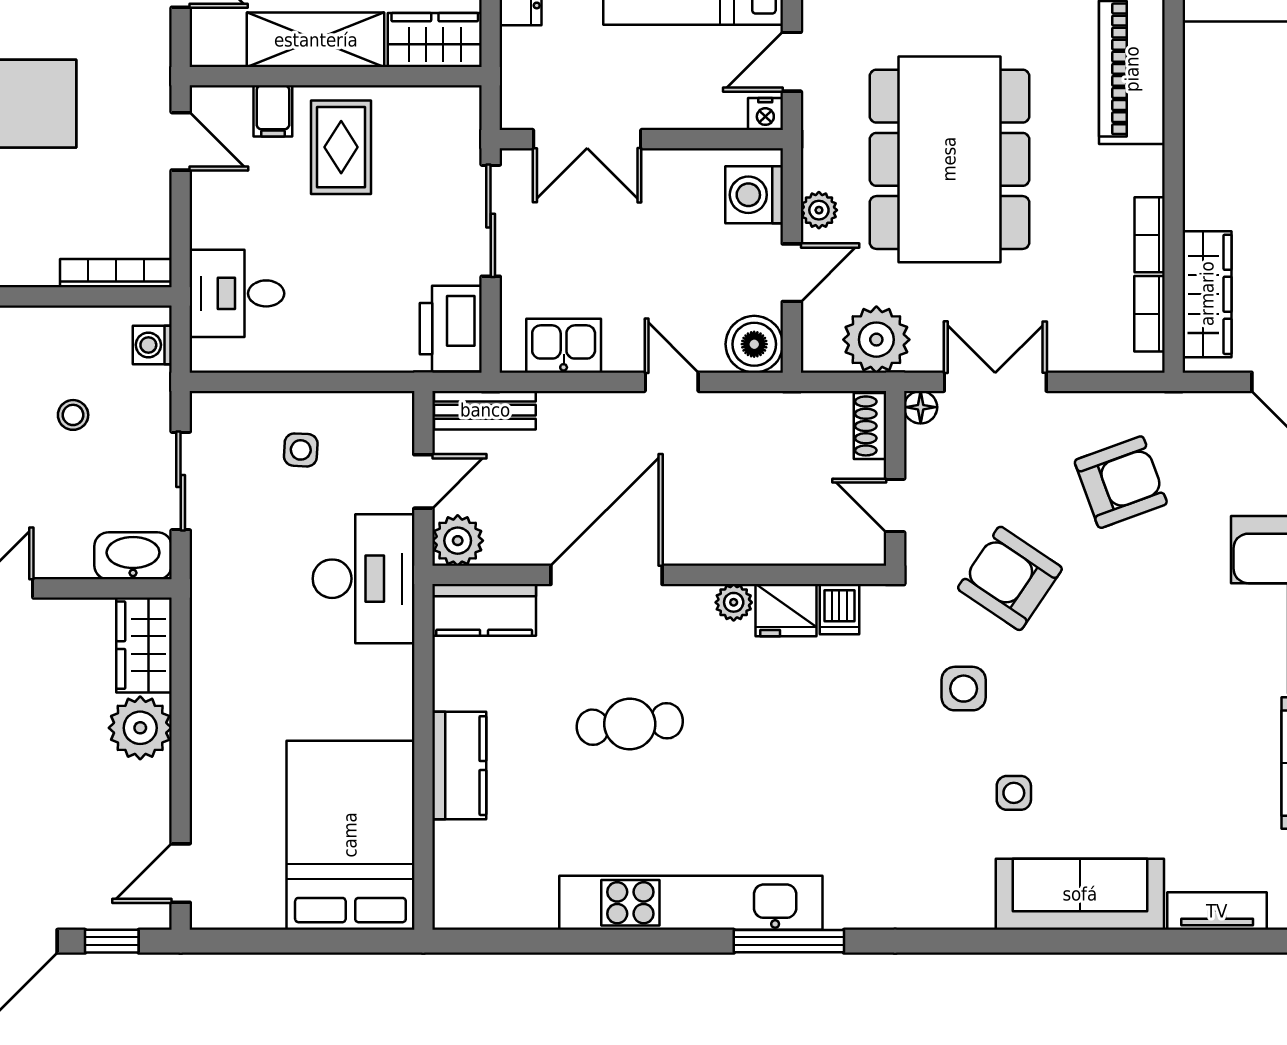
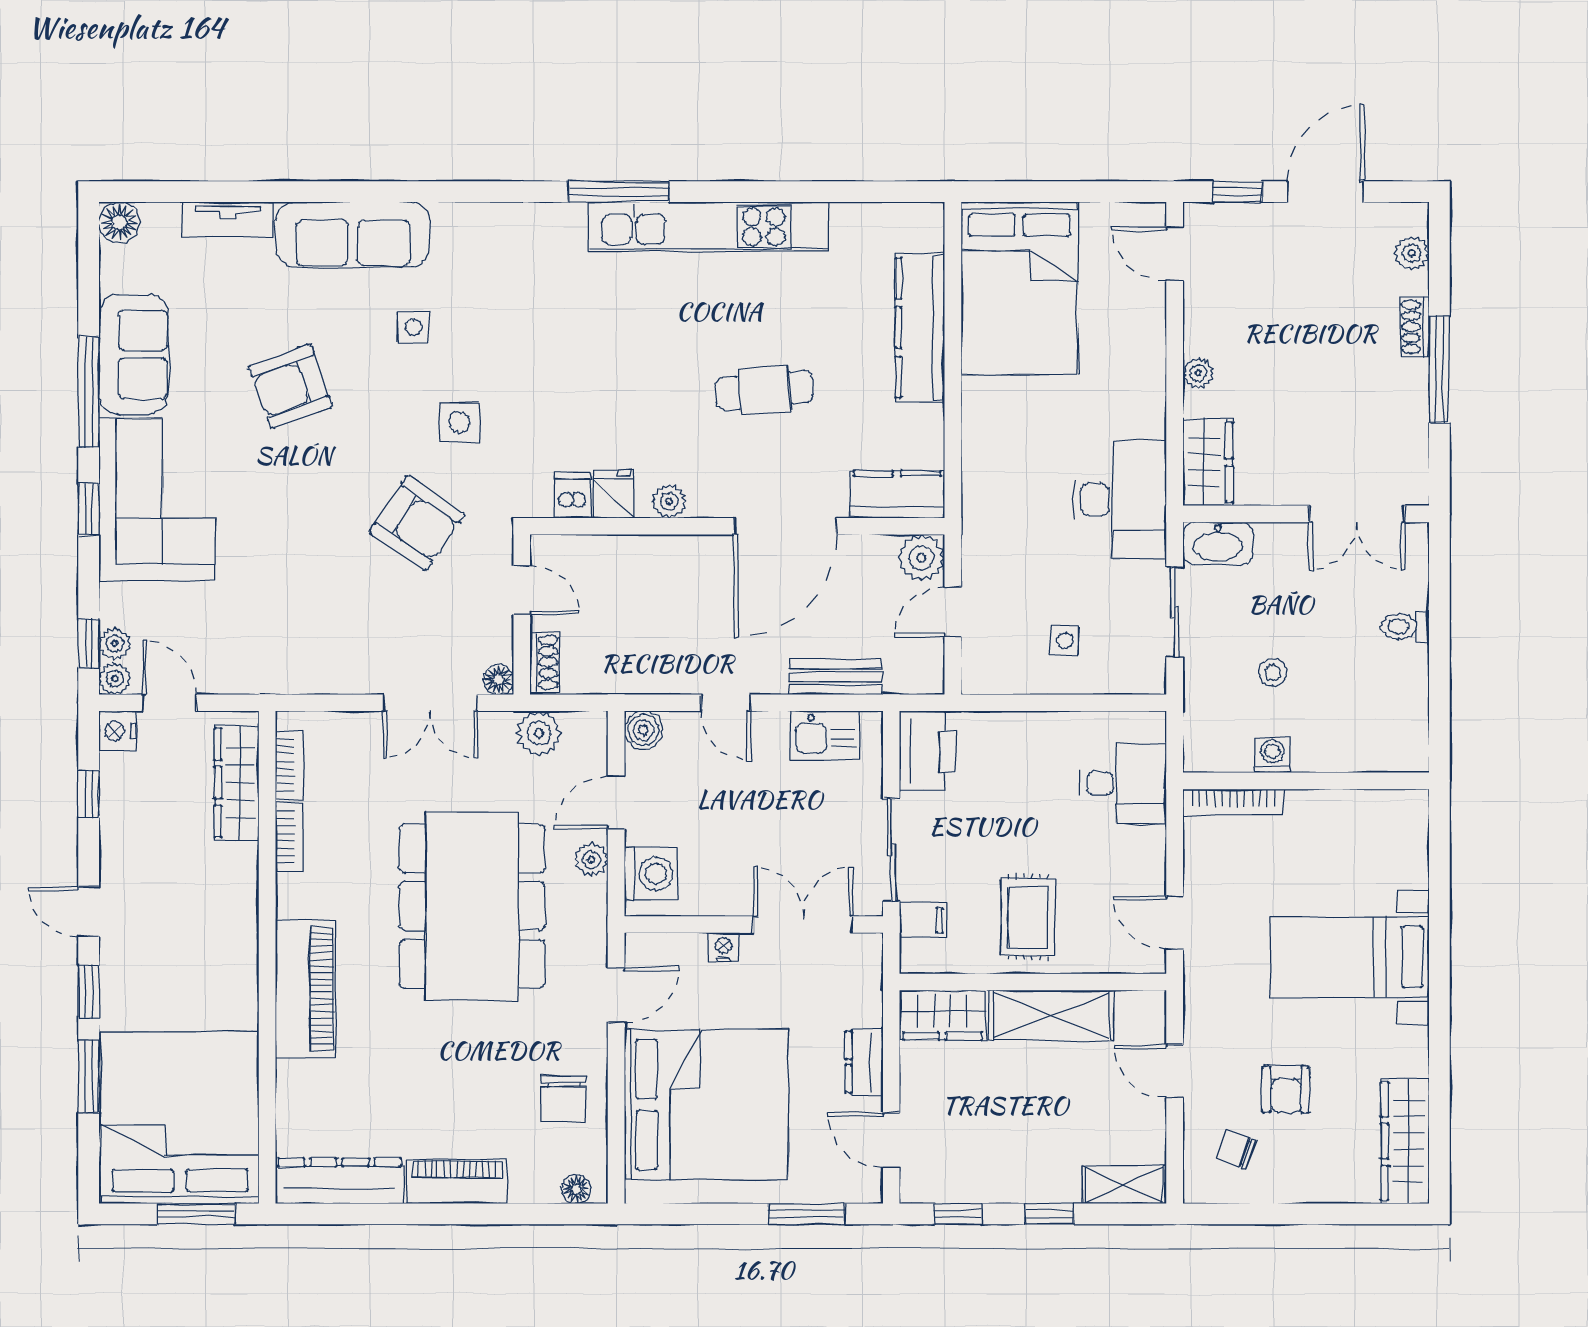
filing cabinet: (273, 111) -> (923, 920), moved, turned 90
nightstand: (765, 114) -> (723, 947), moved
plant: (876, 340) -> (539, 733), width x0.73, depth x0.73
boiler: (754, 344) -> (644, 730), width x0.73, depth x0.73
washing machine: (152, 345) -> (1272, 755), moved, turned -90
bench: (485, 410) -> (835, 677), moved
armchair: (1121, 482) -> (290, 386), moved
desk: (364, 579) -> (1120, 499), moved, turned 180
fridge: (786, 610) -> (614, 494), width x0.72
plant: (140, 728) -> (1198, 373), width x0.53, depth x0.53
kitchen counter: (459, 766) -> (920, 328), width x1.50
door: (181, 873) -> (1175, 254), swing flipped

